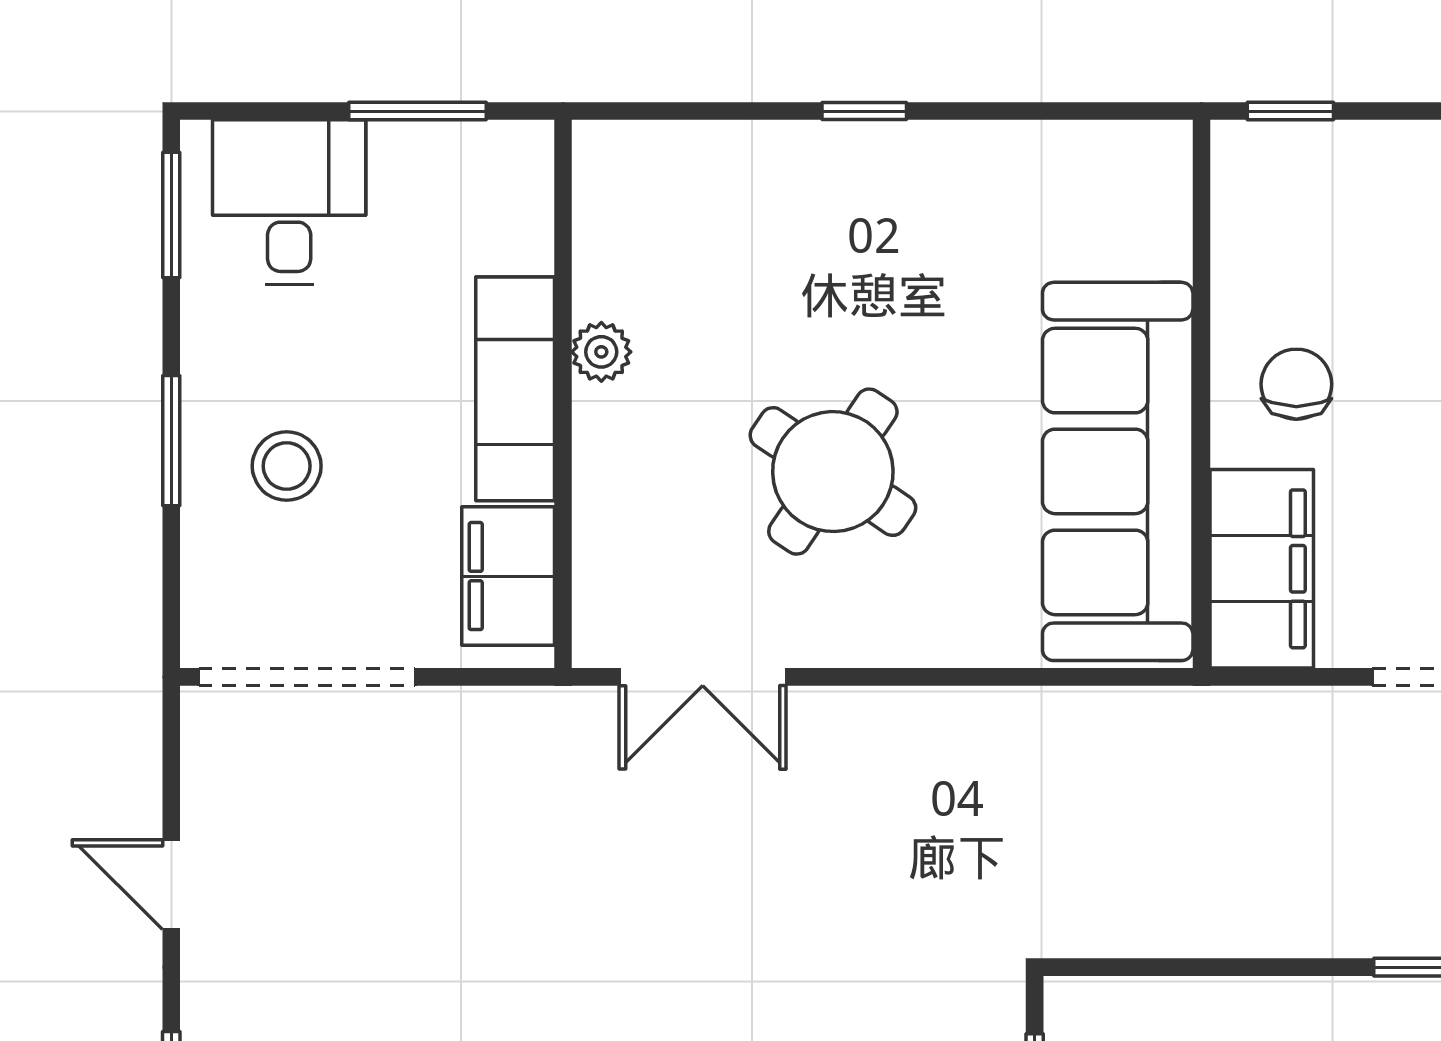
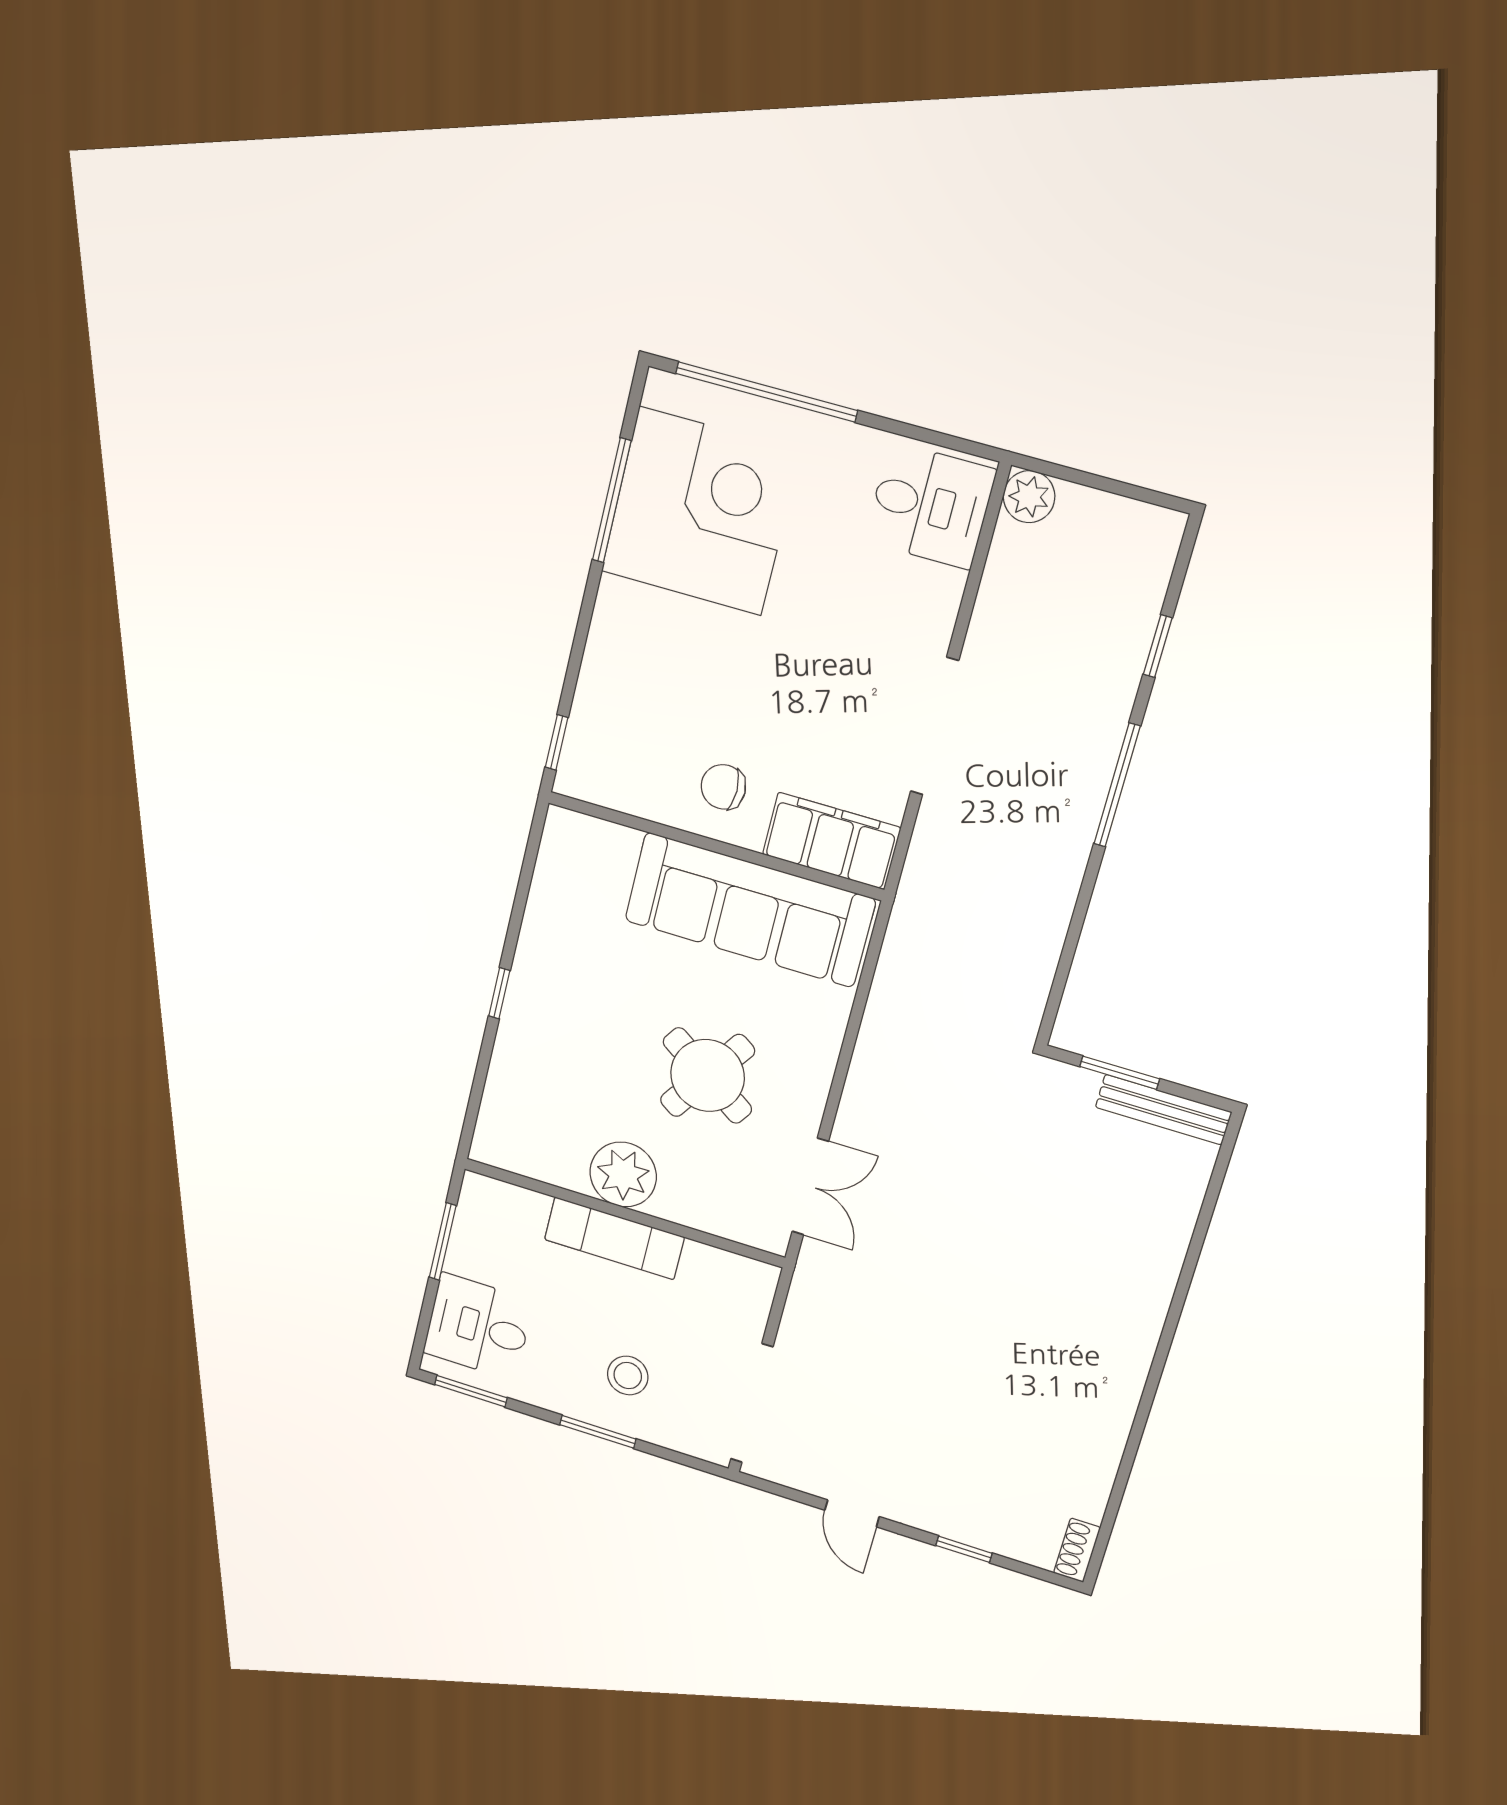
plant: (601, 352) -> (623, 1174), width x1.87, depth x1.87
filing cabinet: (508, 576) -> (722, 1276), removed
door: (171, 885) -> (852, 1513), hinge flipped

